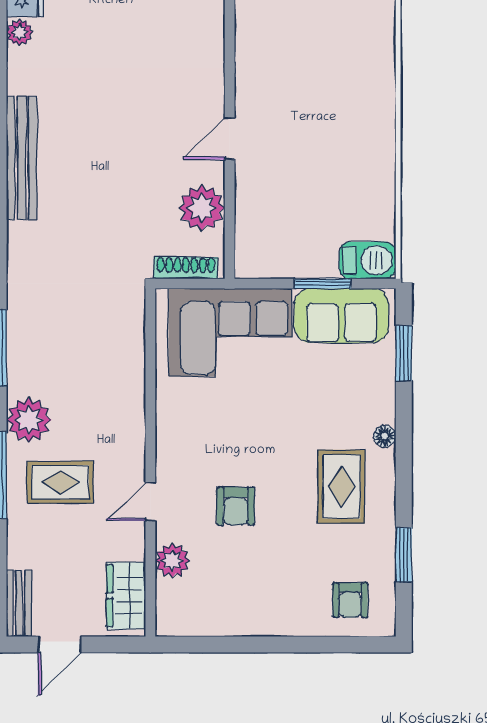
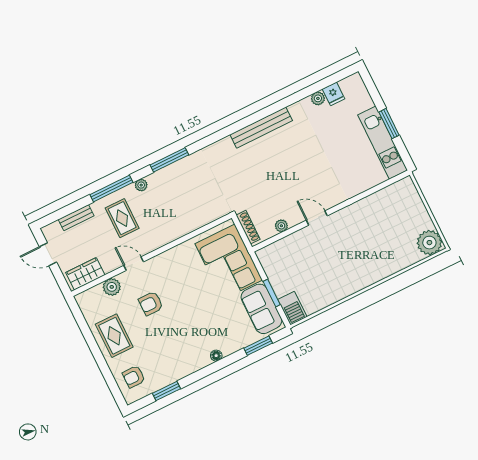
plant: (202, 208) -> (281, 226), width x0.53, depth x0.53
plant: (29, 420) -> (141, 185), width x0.53, depth x0.53
rug: (341, 487) -> (114, 336), moved, turned 90
bench: (19, 603) -> (76, 218), moved

